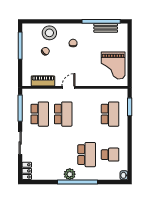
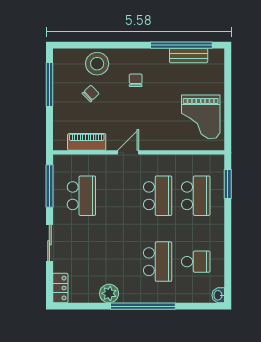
school desk: (63, 114) -> (158, 196), moved
plant: (70, 174) -> (109, 293), moved

